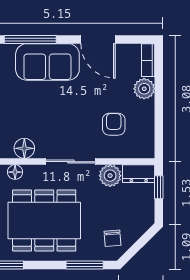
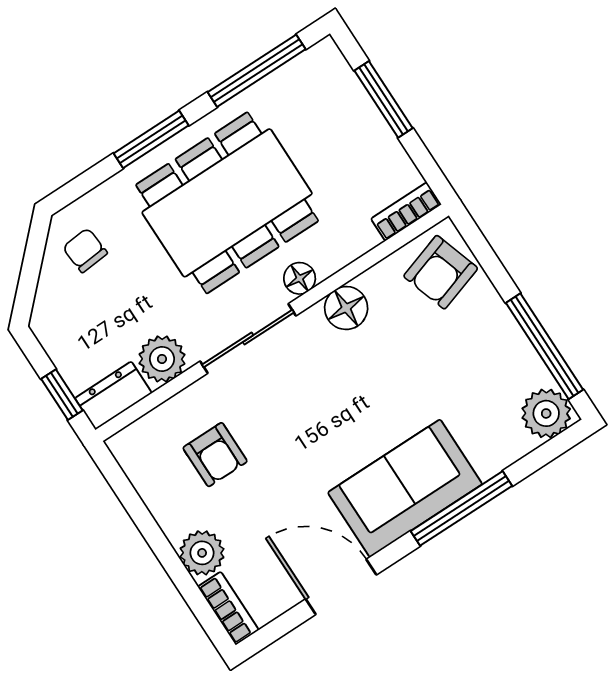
floor lamp: (15, 172) -> (300, 278), moved
window: (85, 265) -> (151, 139), moved

